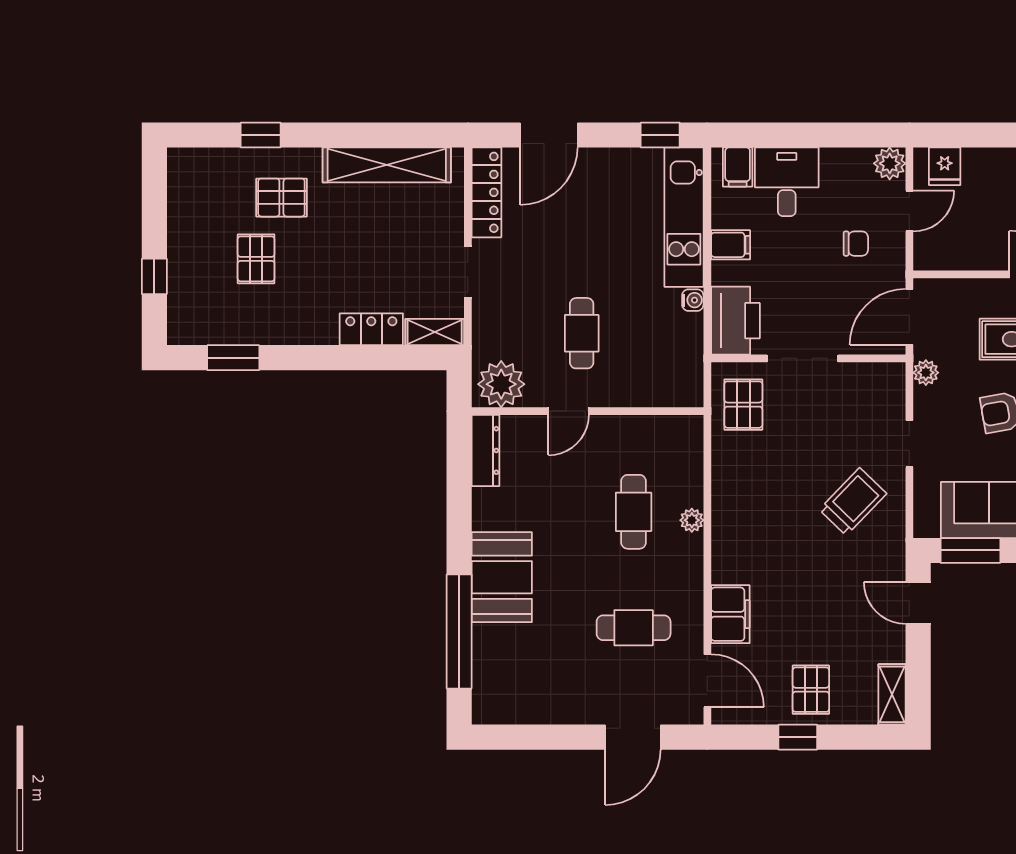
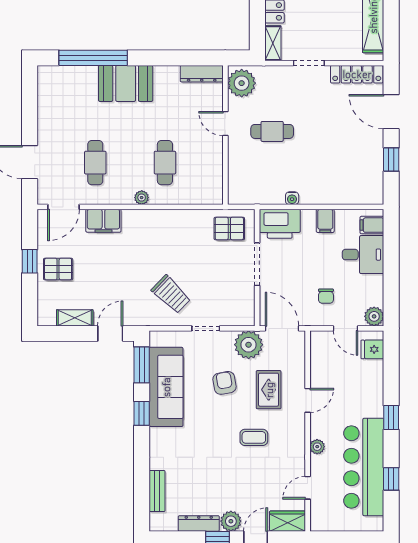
window: (660, 135) -> (391, 160), moved
kitchen unit: (684, 217) -> (342, 193), removed
plant: (926, 373) -> (249, 345), width x1.88, depth x1.88
cafe table: (634, 512) -> (165, 163), turned 90
plant: (692, 520) -> (142, 198), moved
shelving: (892, 694) -> (75, 318), moved

